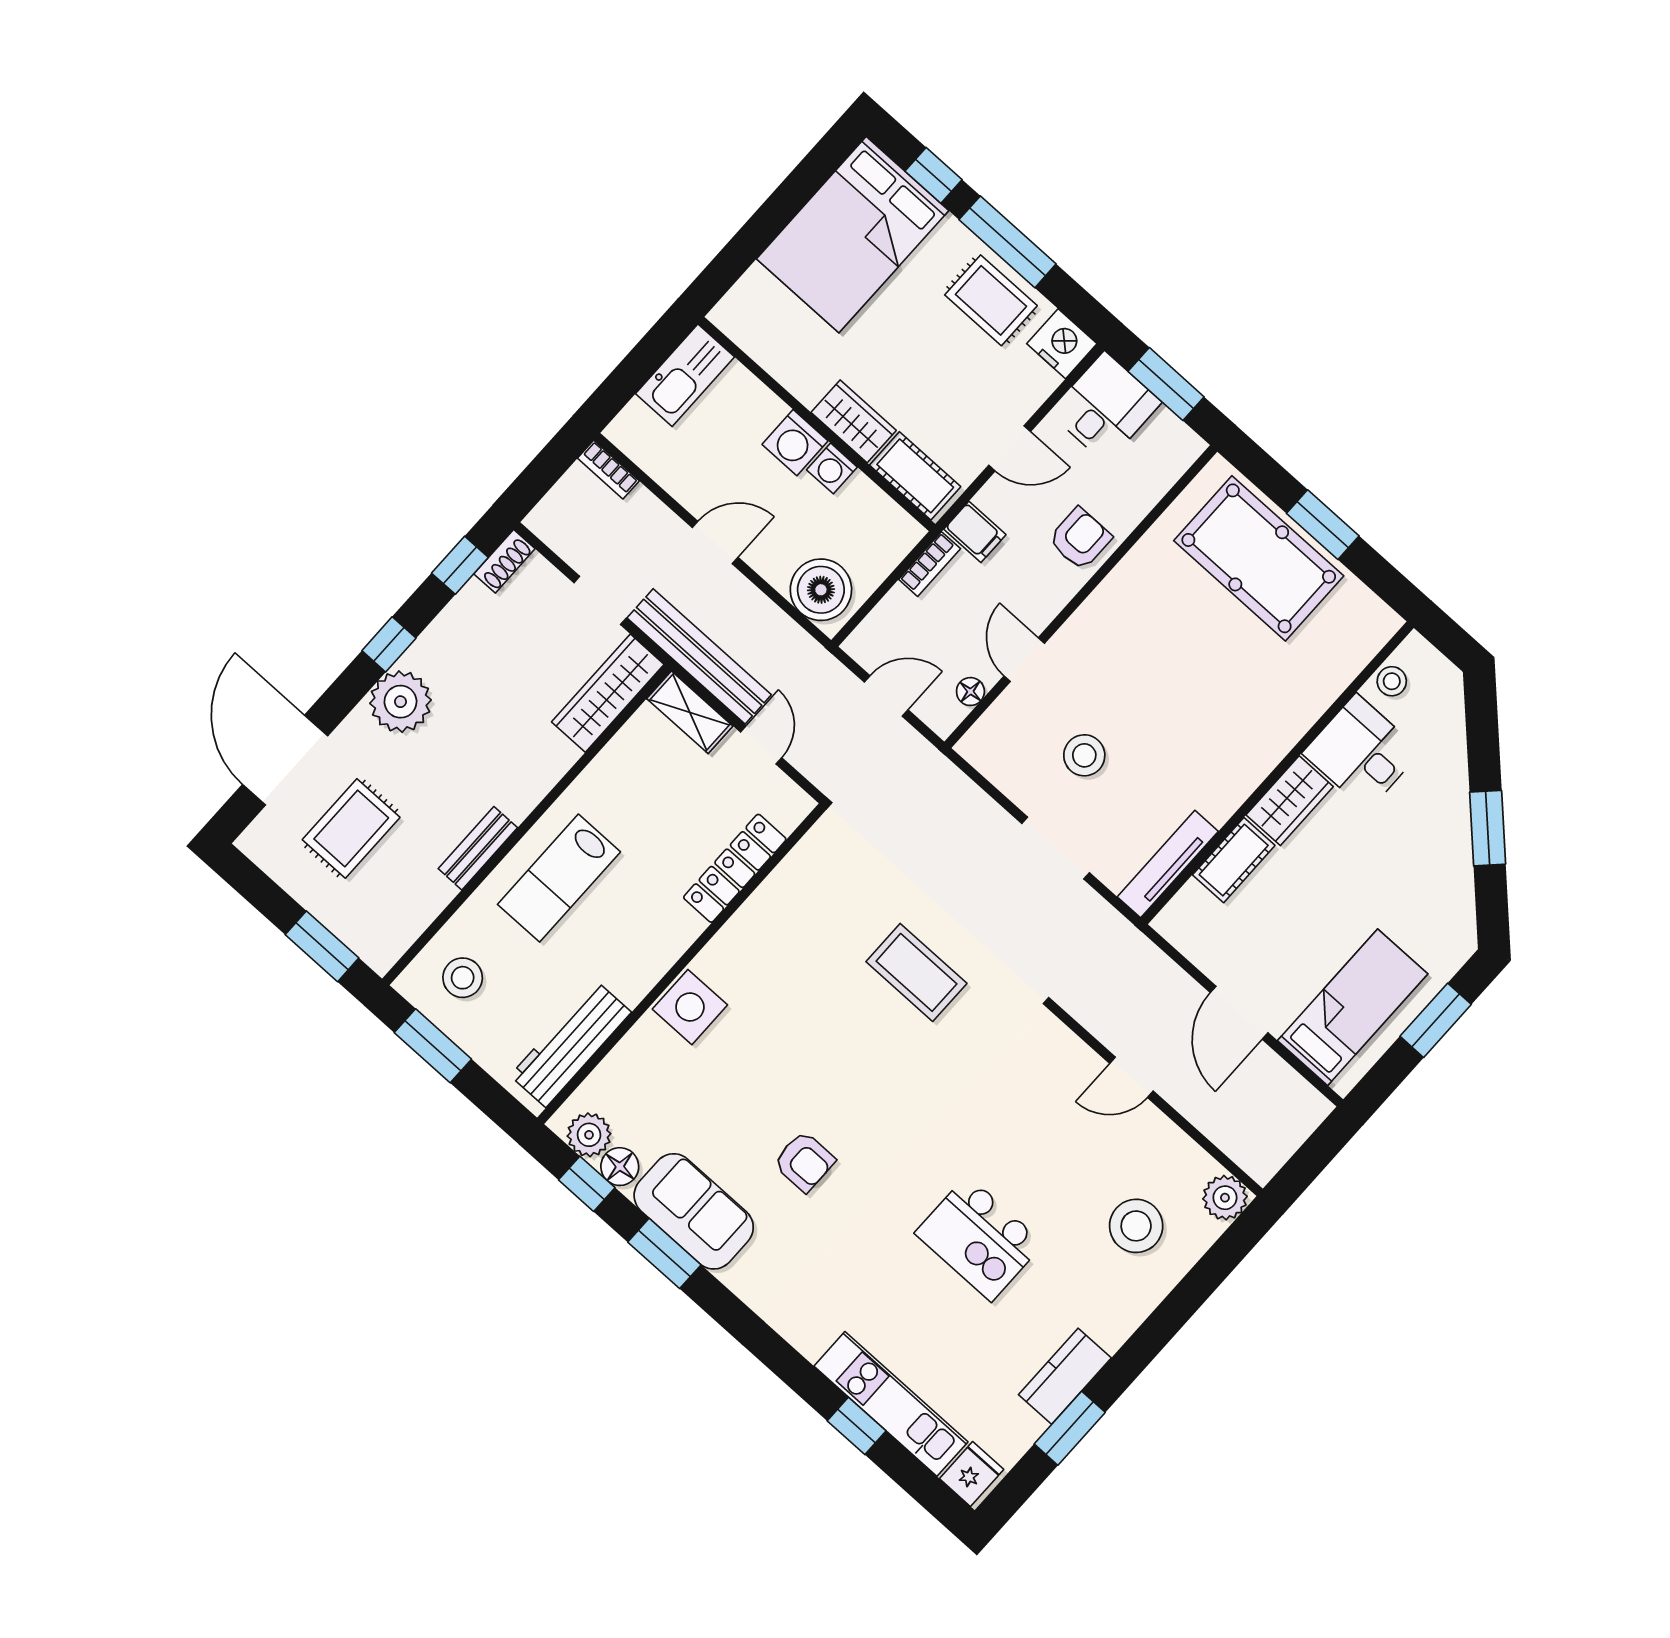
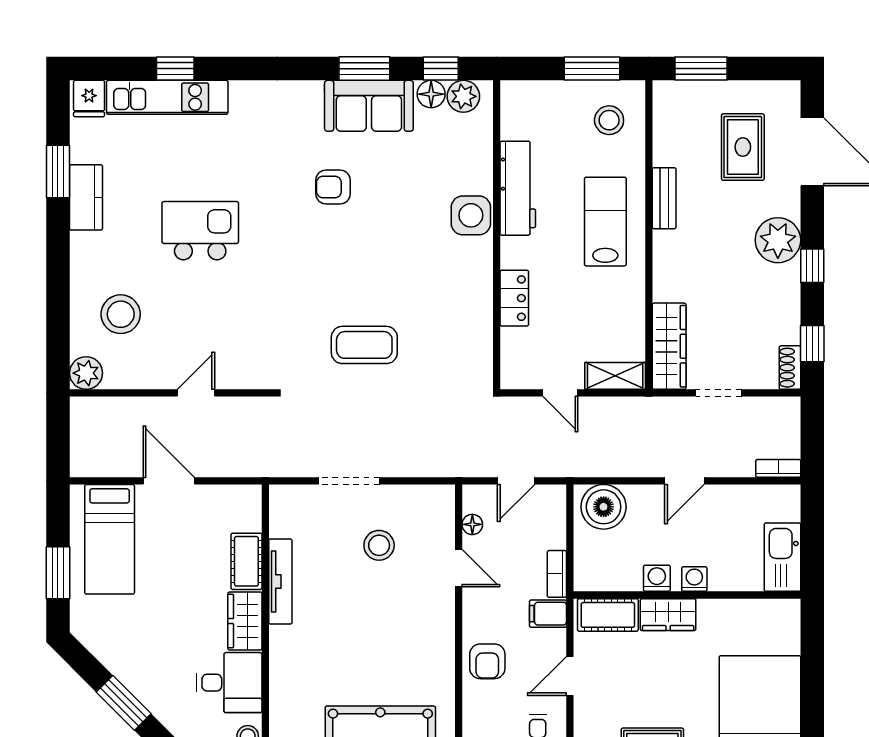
washing machine: (795, 443) -> (694, 579), width x0.73, depth x0.73
bench: (699, 656) -> (637, 411), removed
tv unit: (1168, 864) -> (280, 582), moved
locker: (735, 868) -> (514, 298), width x0.66
workbench: (571, 1044) -> (518, 188), moved

